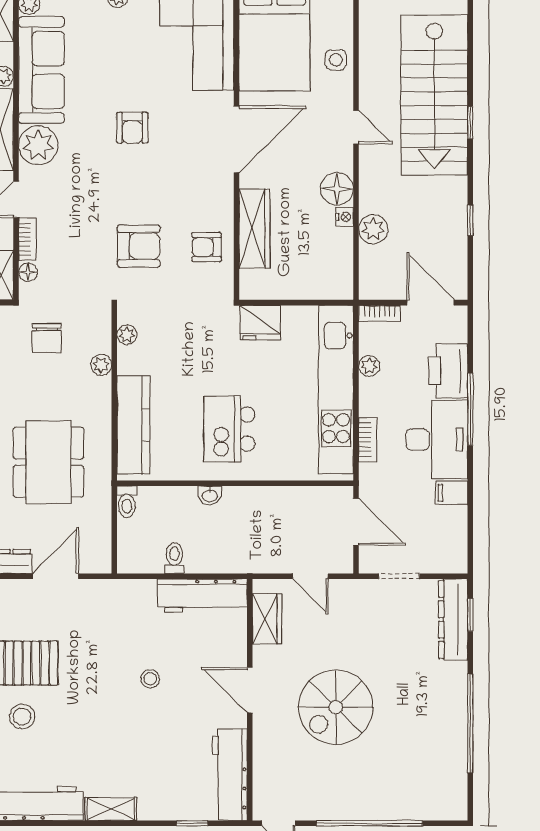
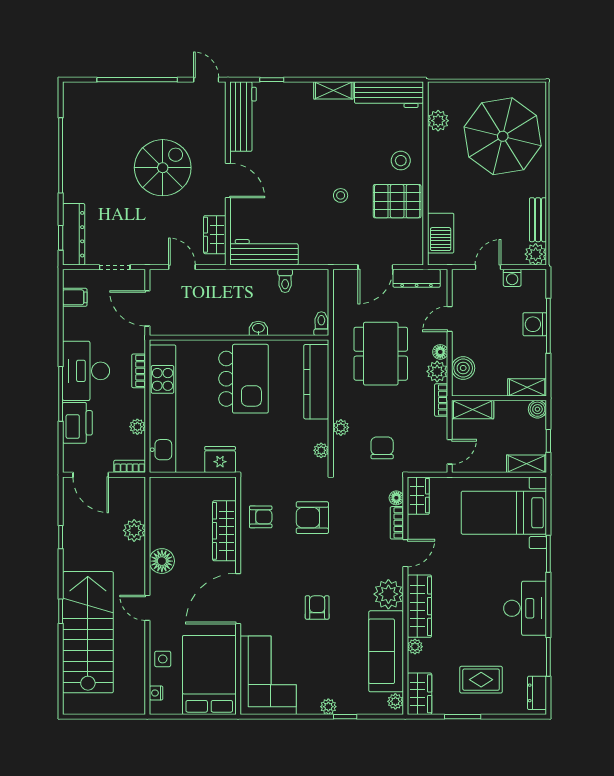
nightstand: (345, 217) -> (156, 693), moved
kitchen island: (229, 429) -> (244, 379), width x1.37, depth x1.28
filing cabinet: (452, 493) -> (75, 297), moved
stool: (150, 679) -> (341, 195), moved

